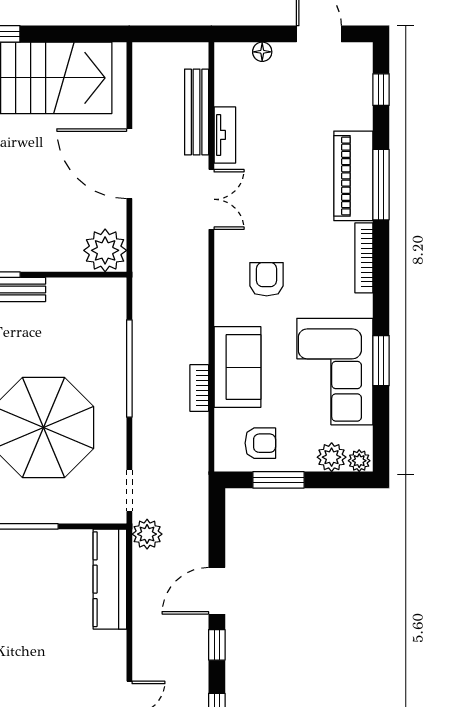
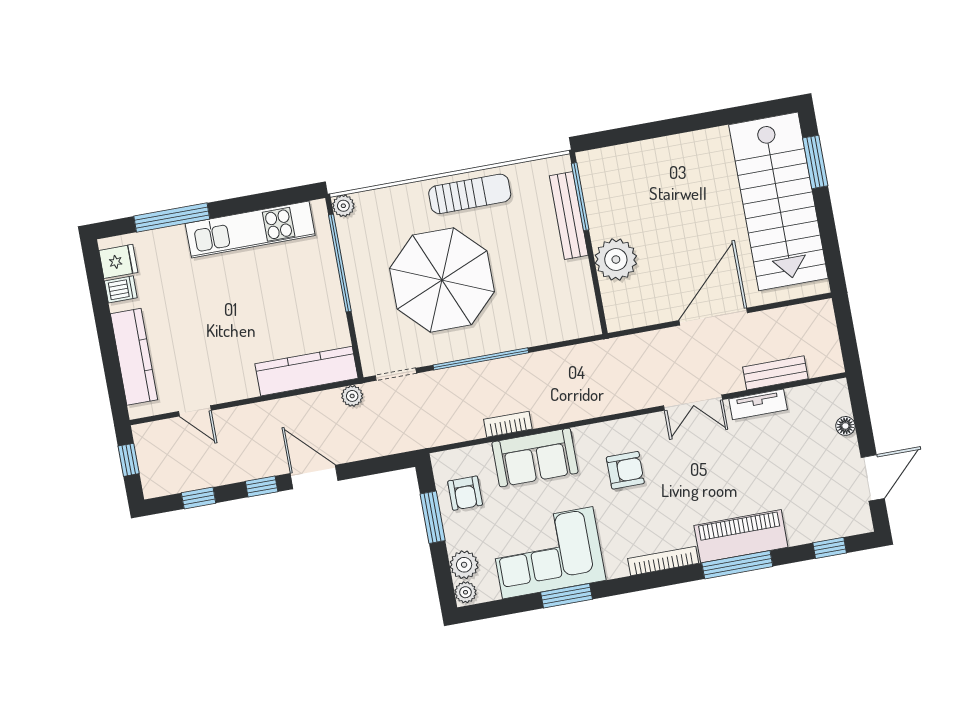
bench: (197, 112) -> (775, 373), width x0.73
plant: (105, 250) -> (616, 260), moved
window: (129, 369) -> (481, 359), moved
plant: (147, 534) -> (352, 396), width x0.73, depth x0.73

